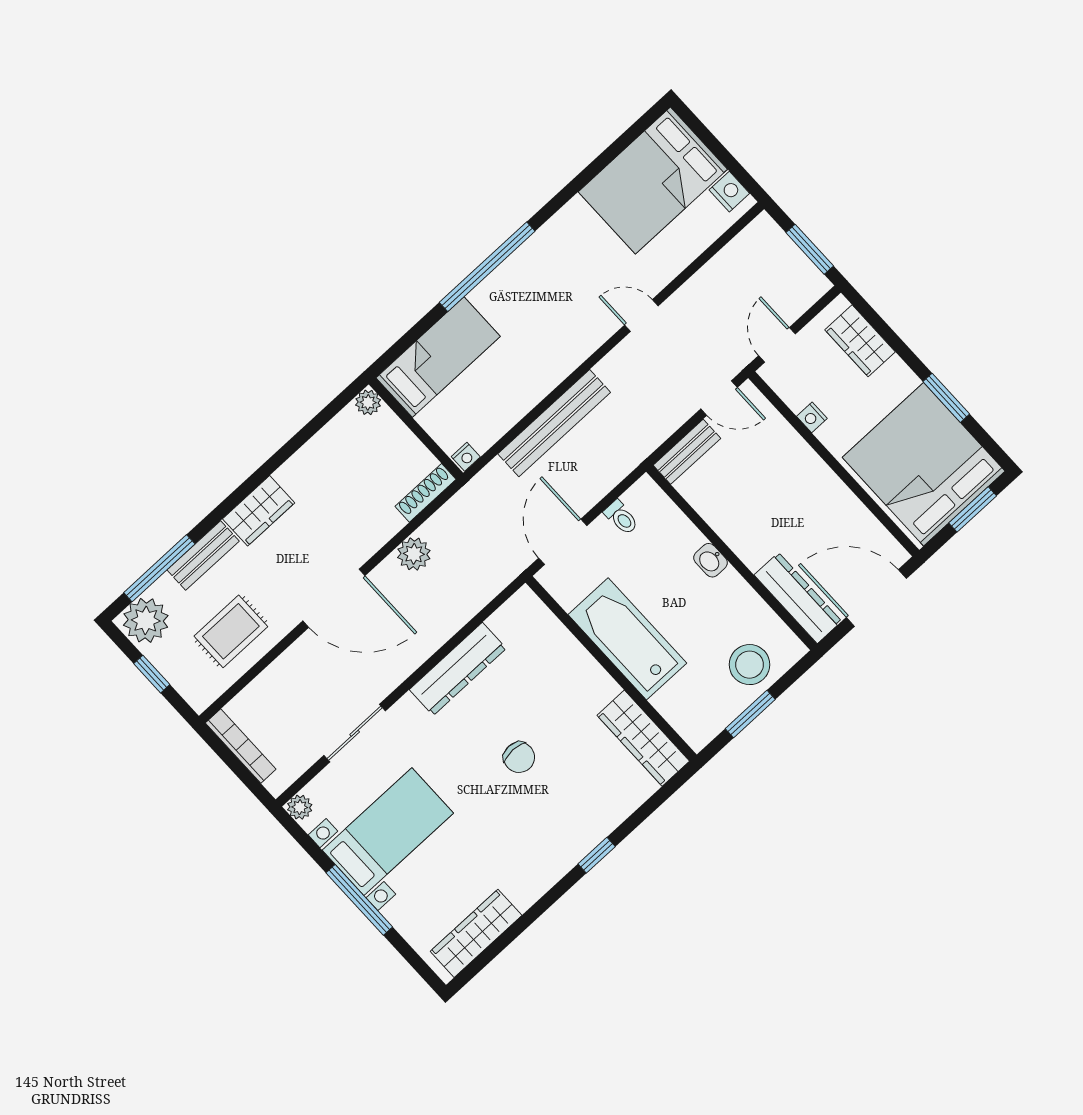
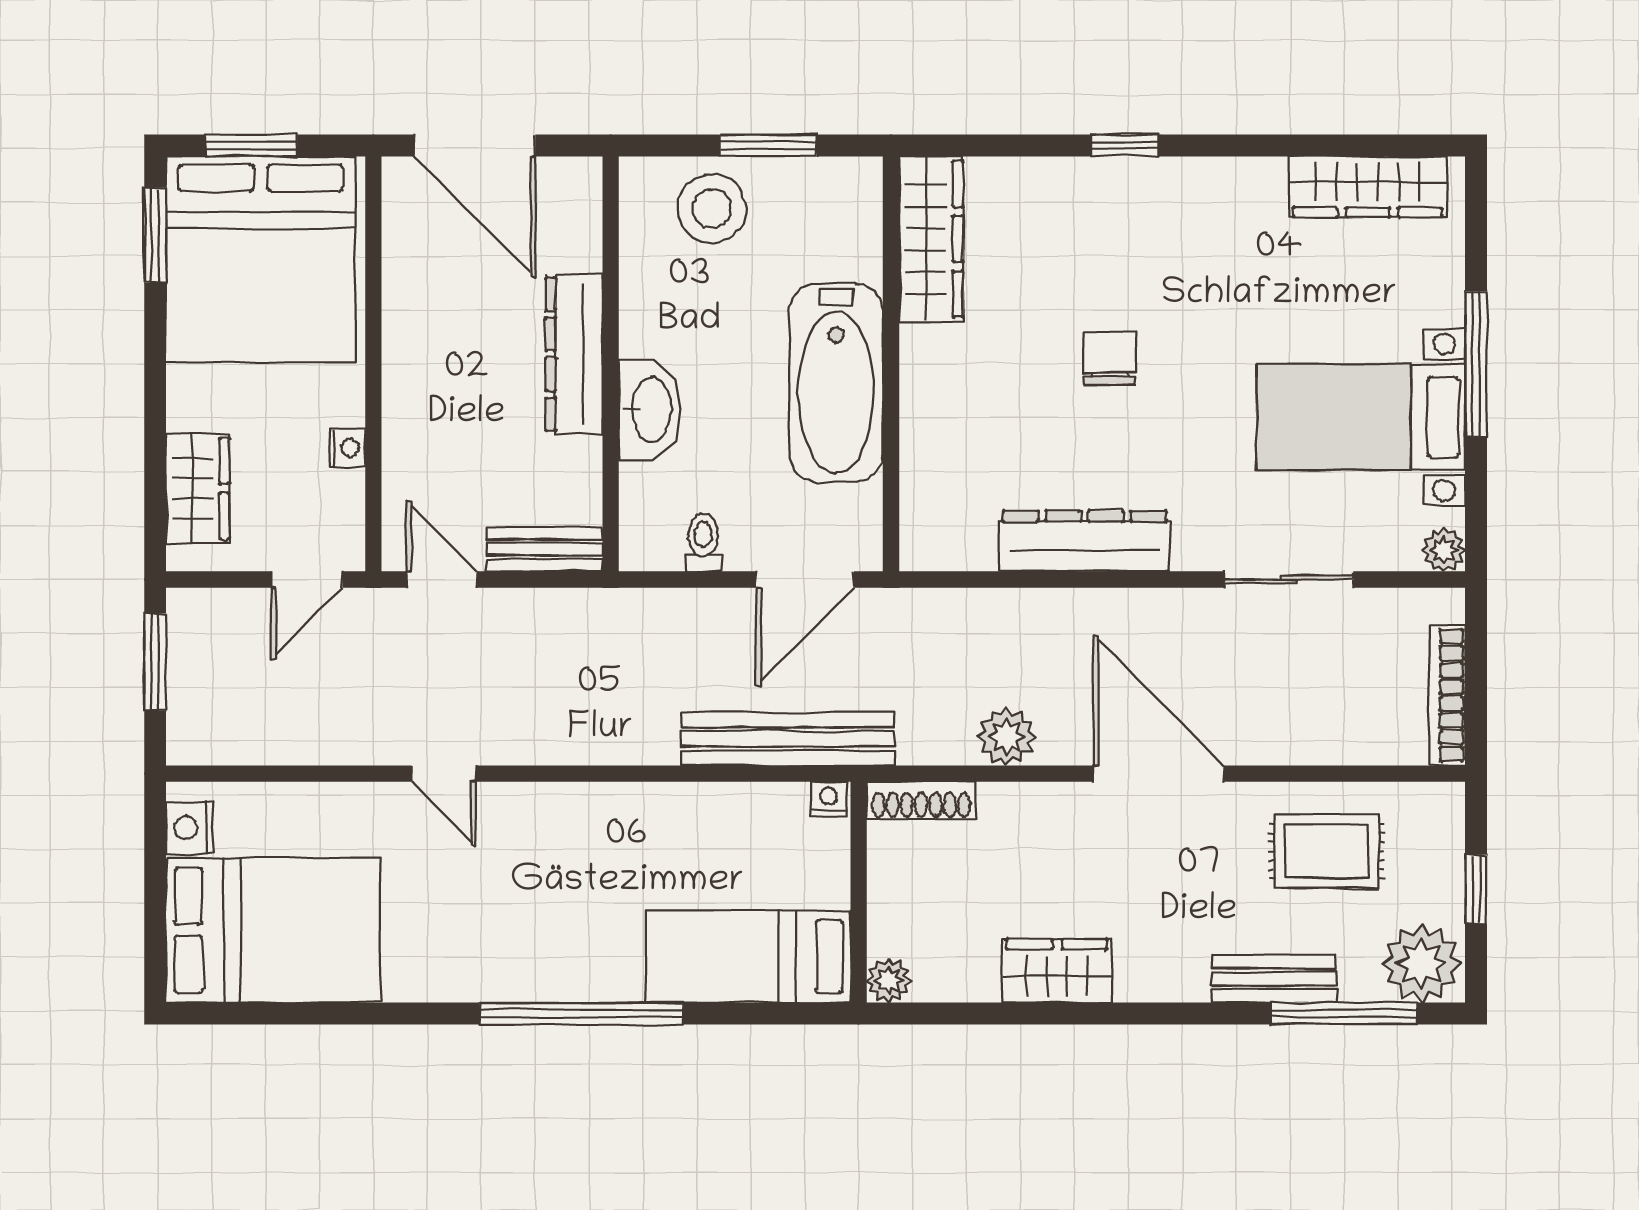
window: (946, 398) -> (155, 235), moved
bench: (554, 423) -> (788, 739), moved
wardrobe: (259, 511) -> (1057, 971), moved
washbasin: (710, 560) -> (650, 410), width x1.91, depth x1.45
dresser: (798, 598) -> (574, 354), moved

